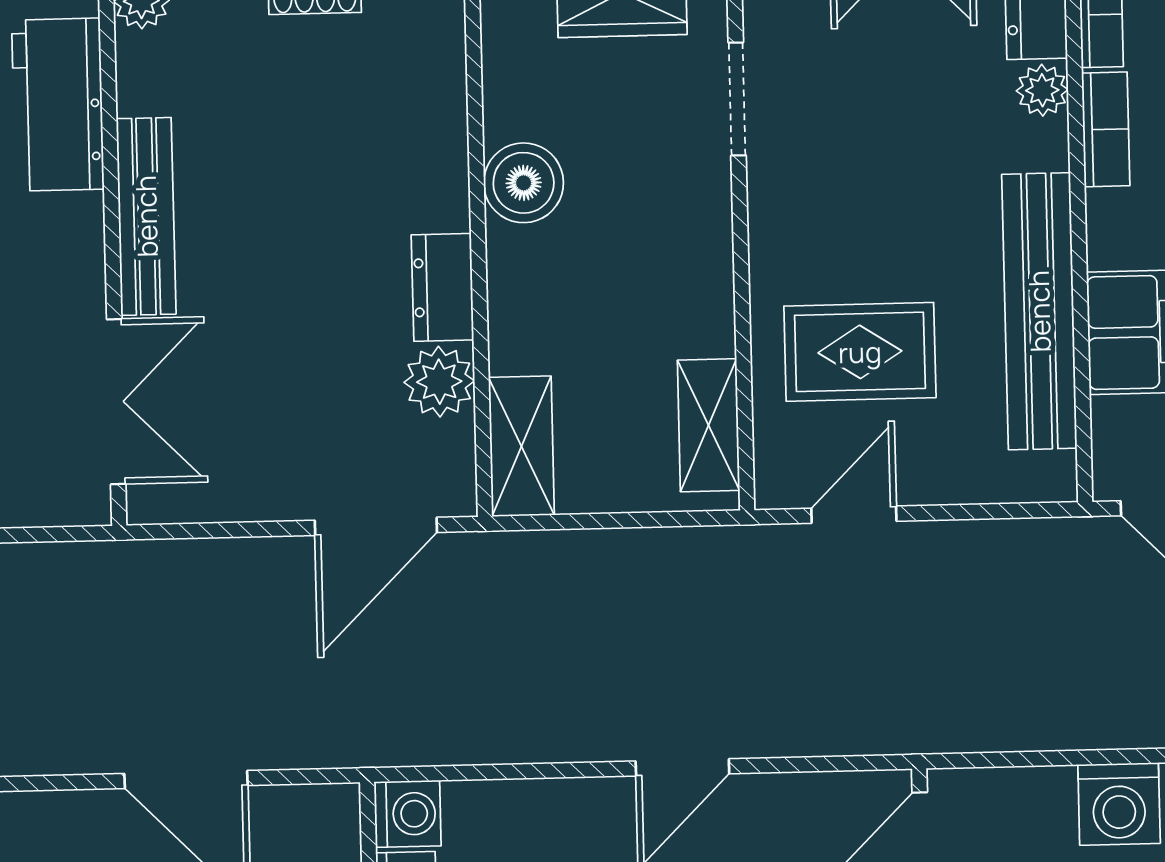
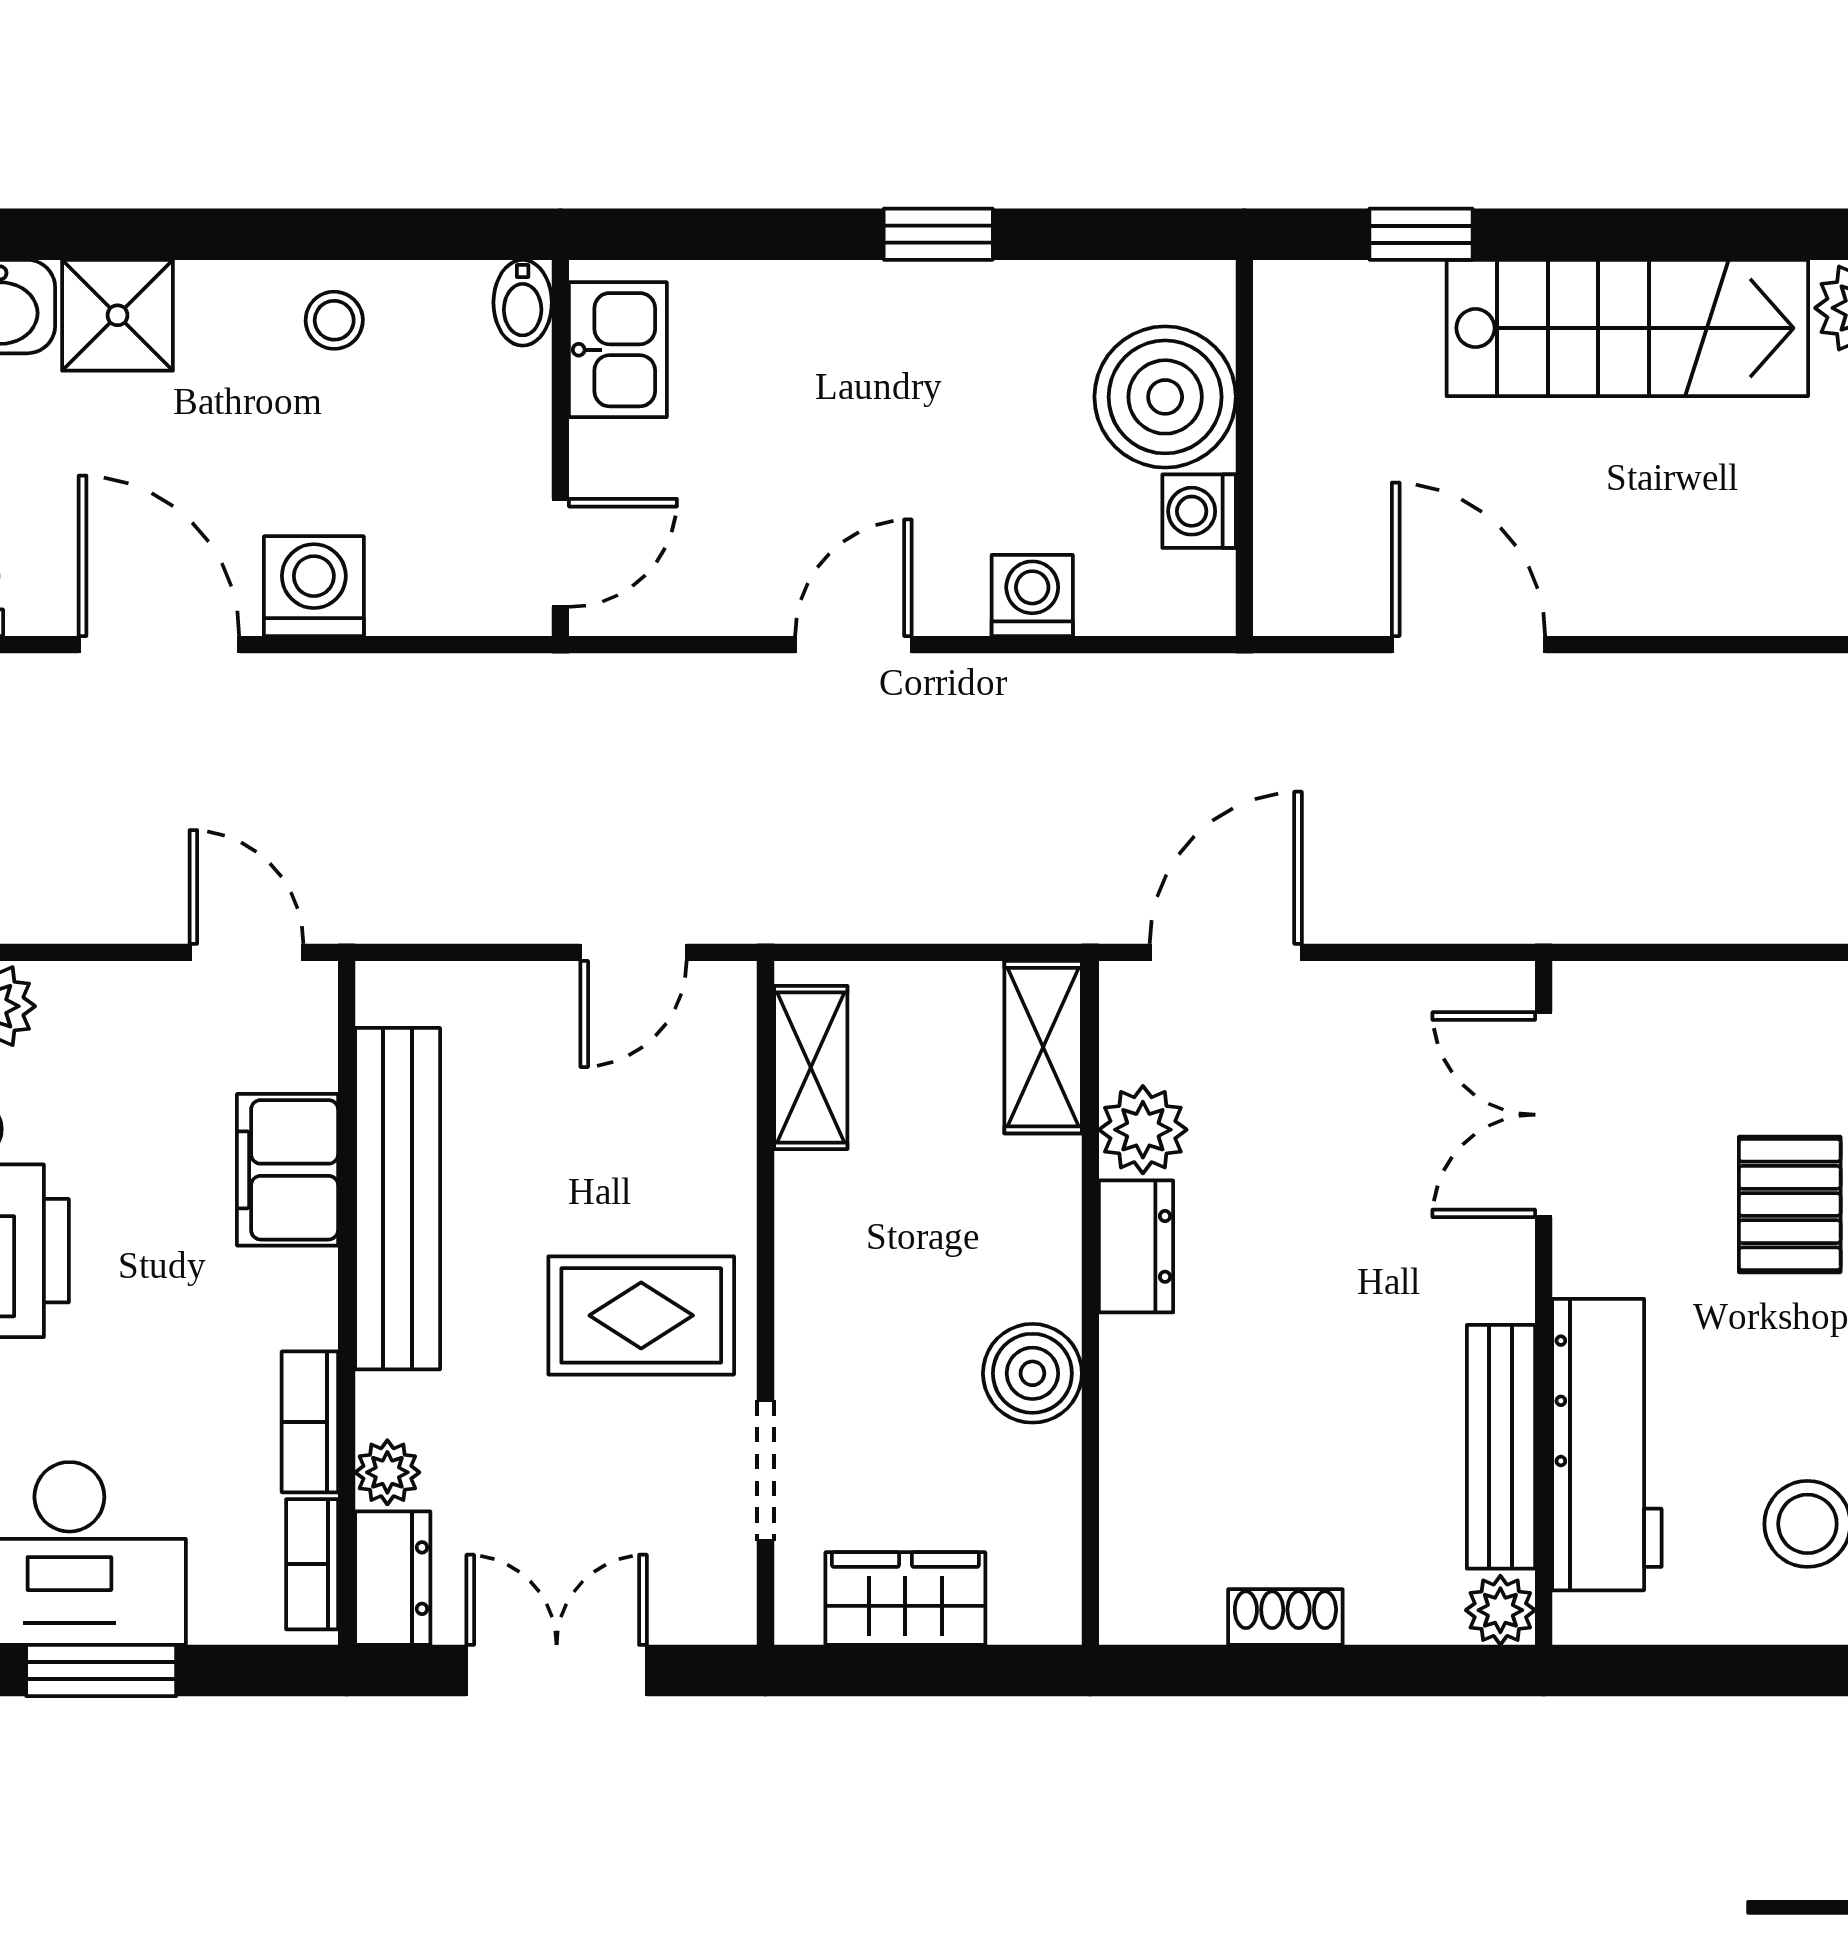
workbench: (58, 105) -> (1607, 1445), width x1.38
bench: (146, 216) -> (1501, 1447), moved
rug: (860, 352) -> (641, 1315), moved
washing machine: (408, 814) -> (1032, 595), moved, turned 90

